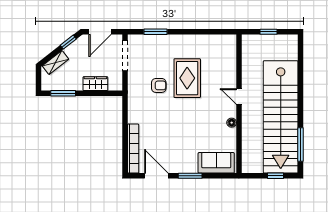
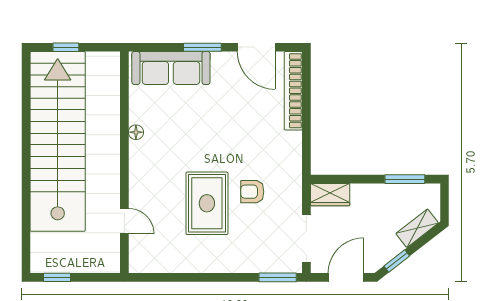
window: (156, 32) -> (278, 277), moved
window: (268, 32) -> (57, 277), moved
wardrobe: (95, 84) -> (330, 195), moved
door: (239, 97) -> (124, 221), moved
window: (300, 144) -> (26, 97), removed
sofa: (216, 163) -> (171, 68), width x1.36

